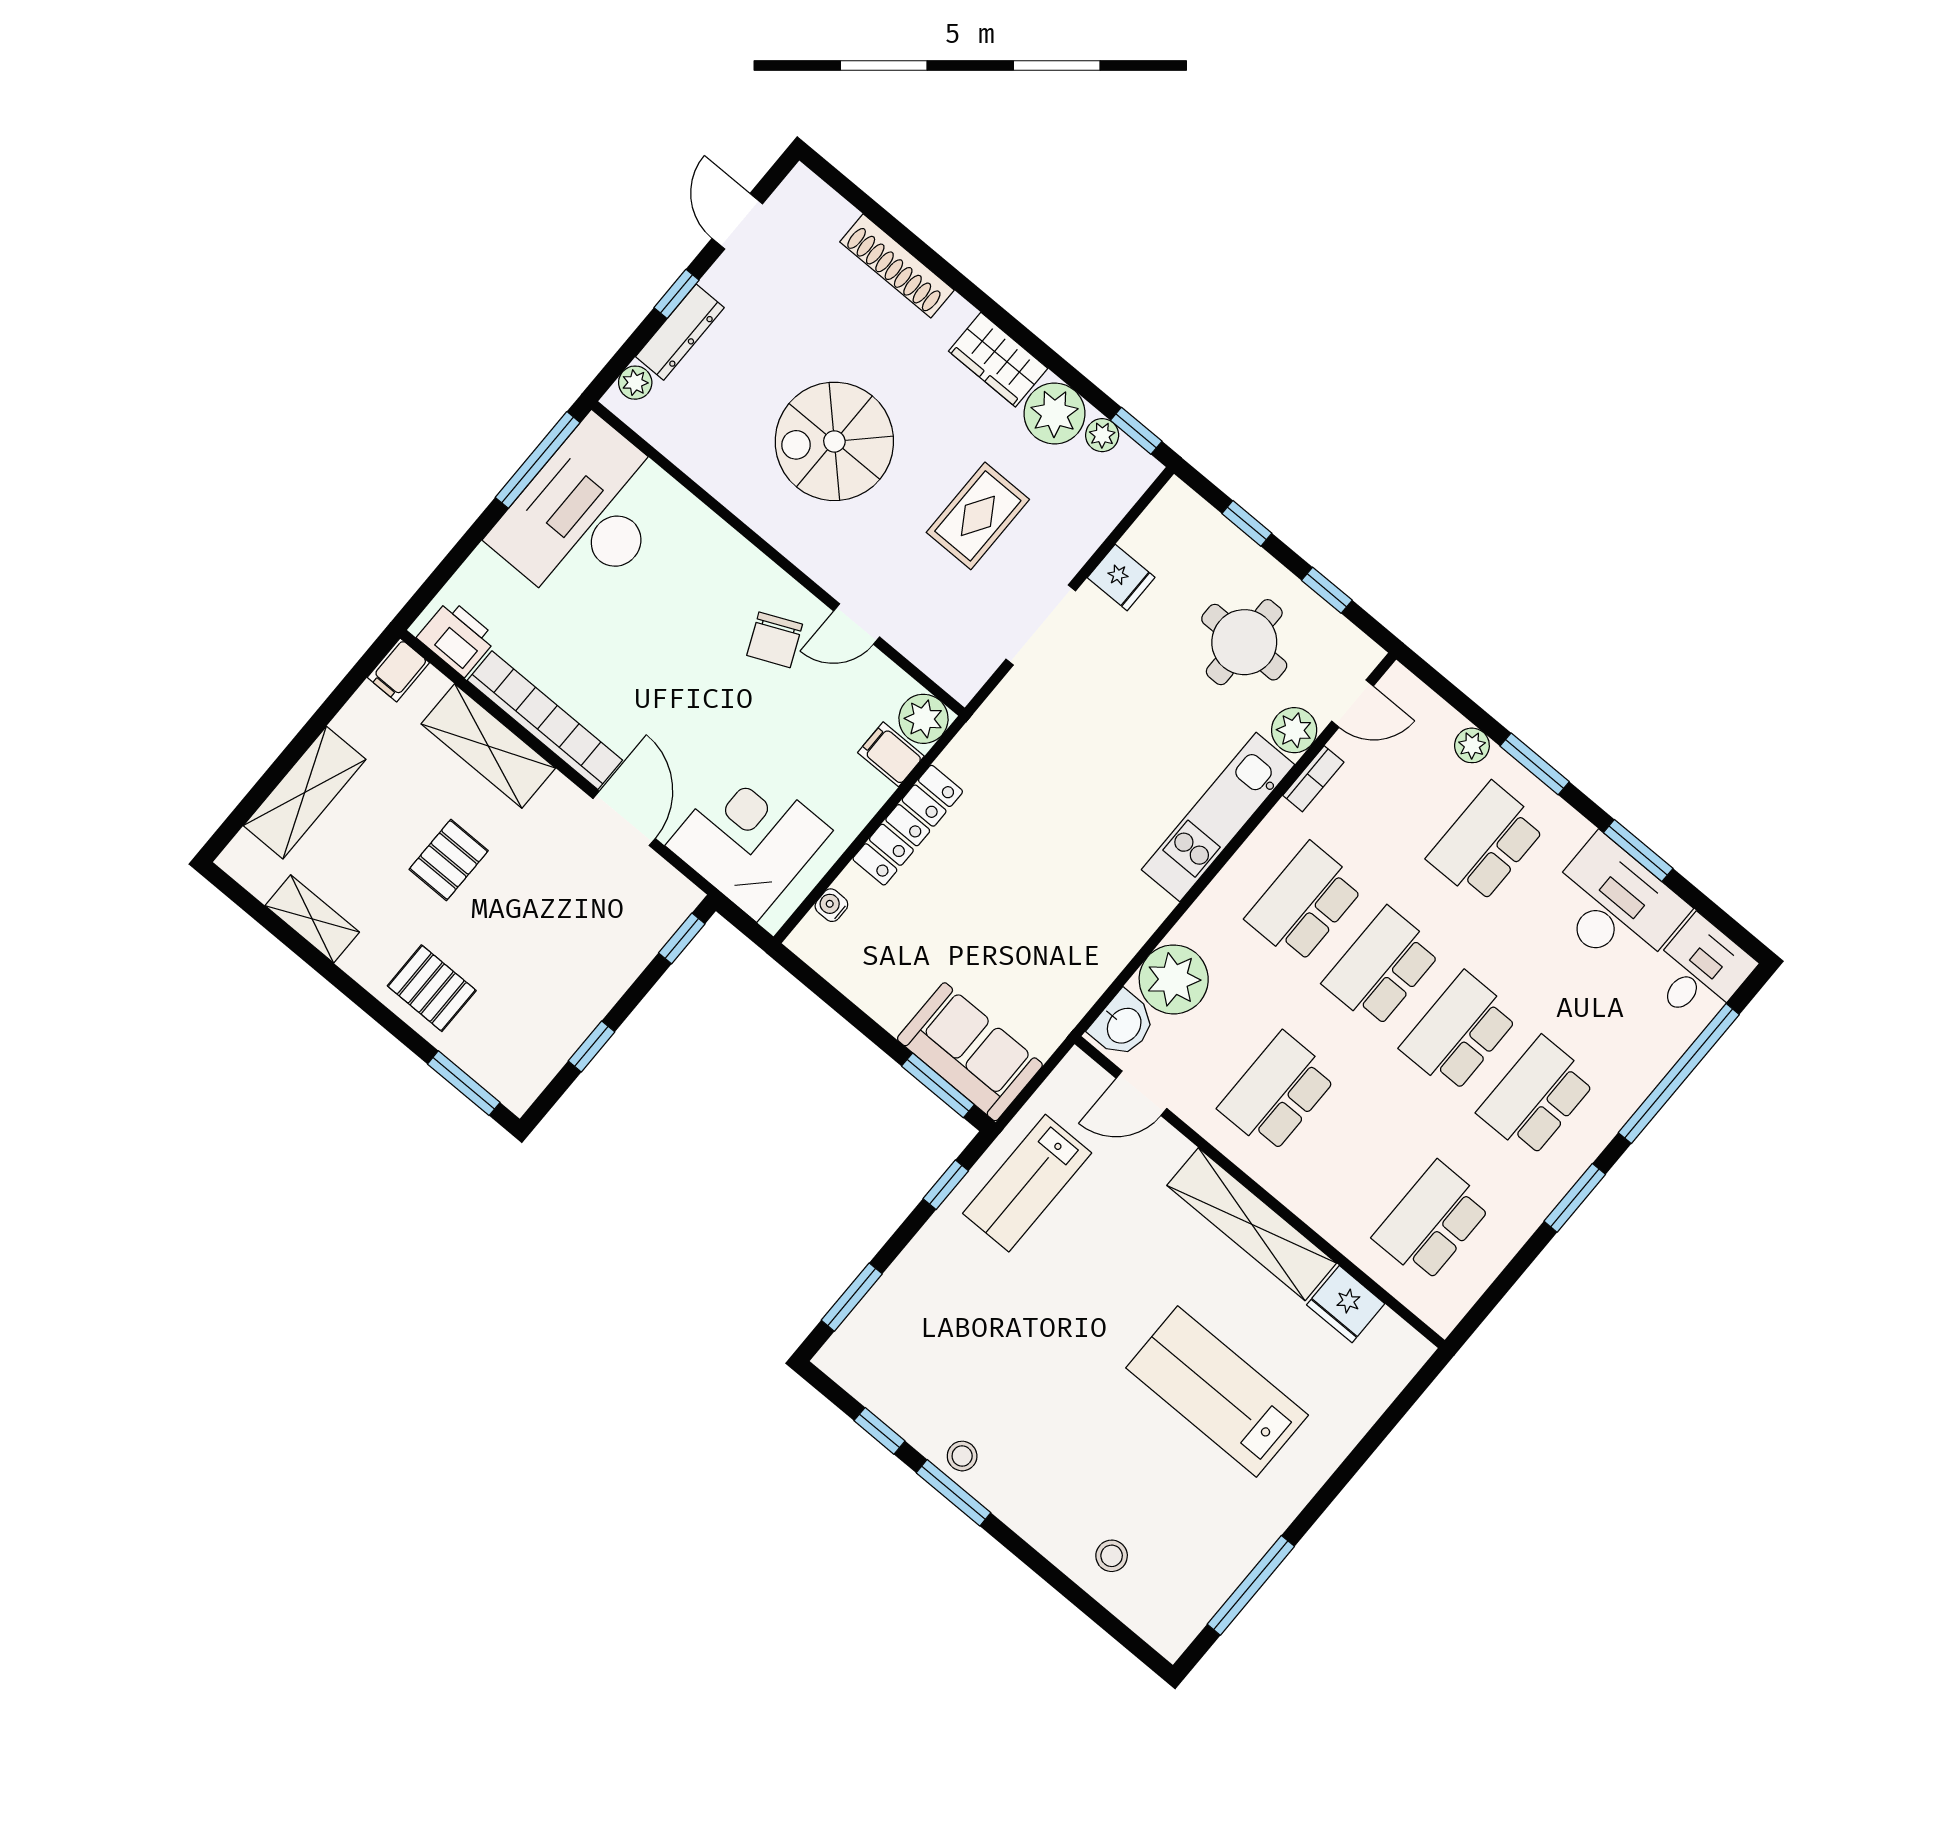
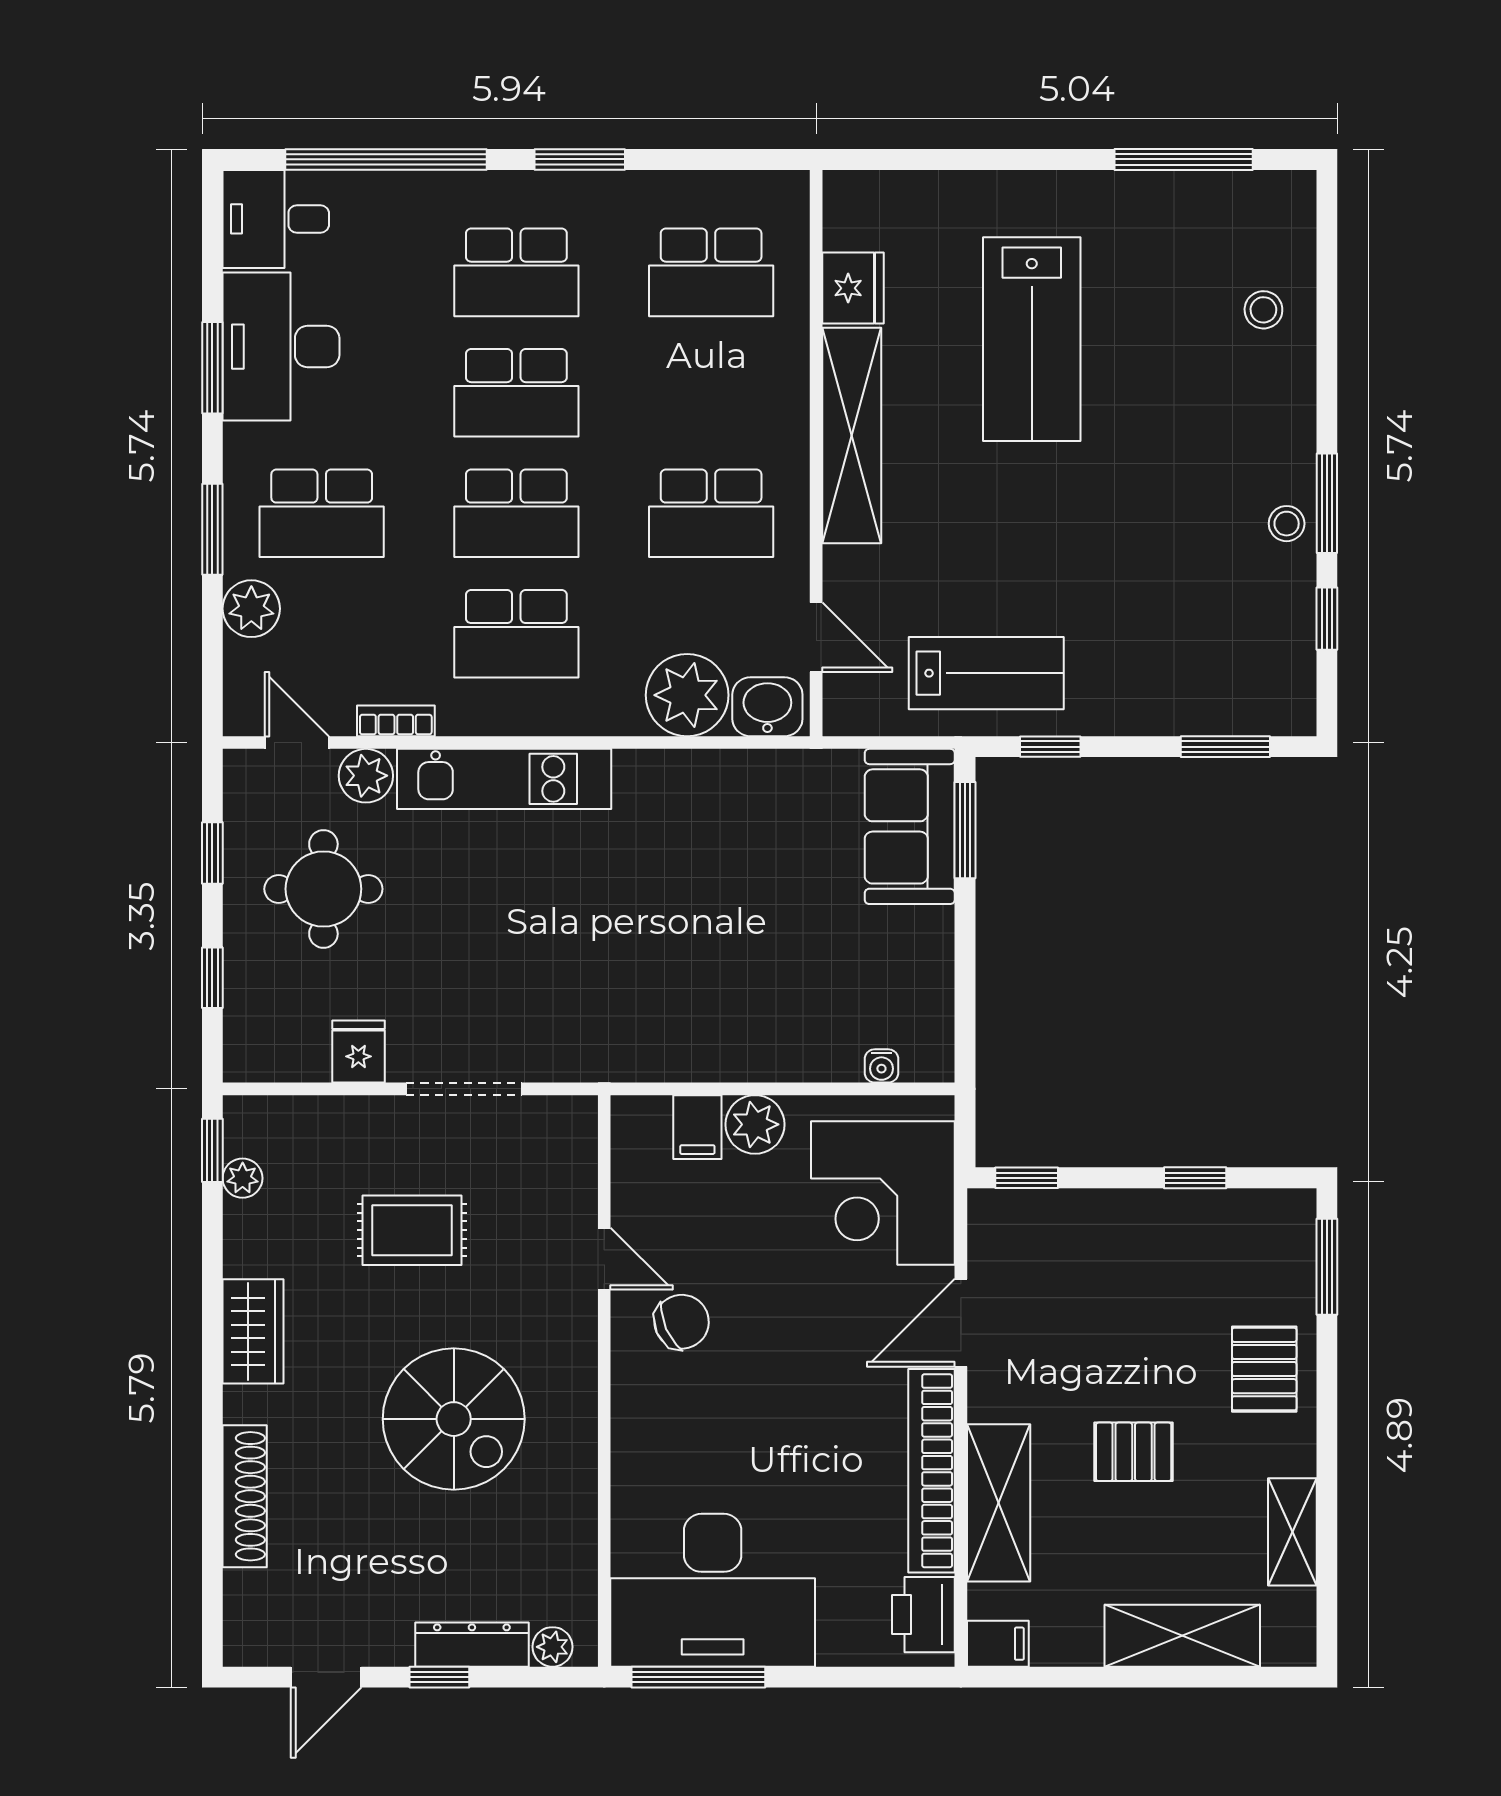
plant: (1054, 413) -> (259, 1239), removed
plant: (923, 719) -> (755, 1124), moved
plant: (1472, 745) -> (251, 609), width x1.38, depth x1.38
locker: (908, 825) -> (749, 1057), removed

